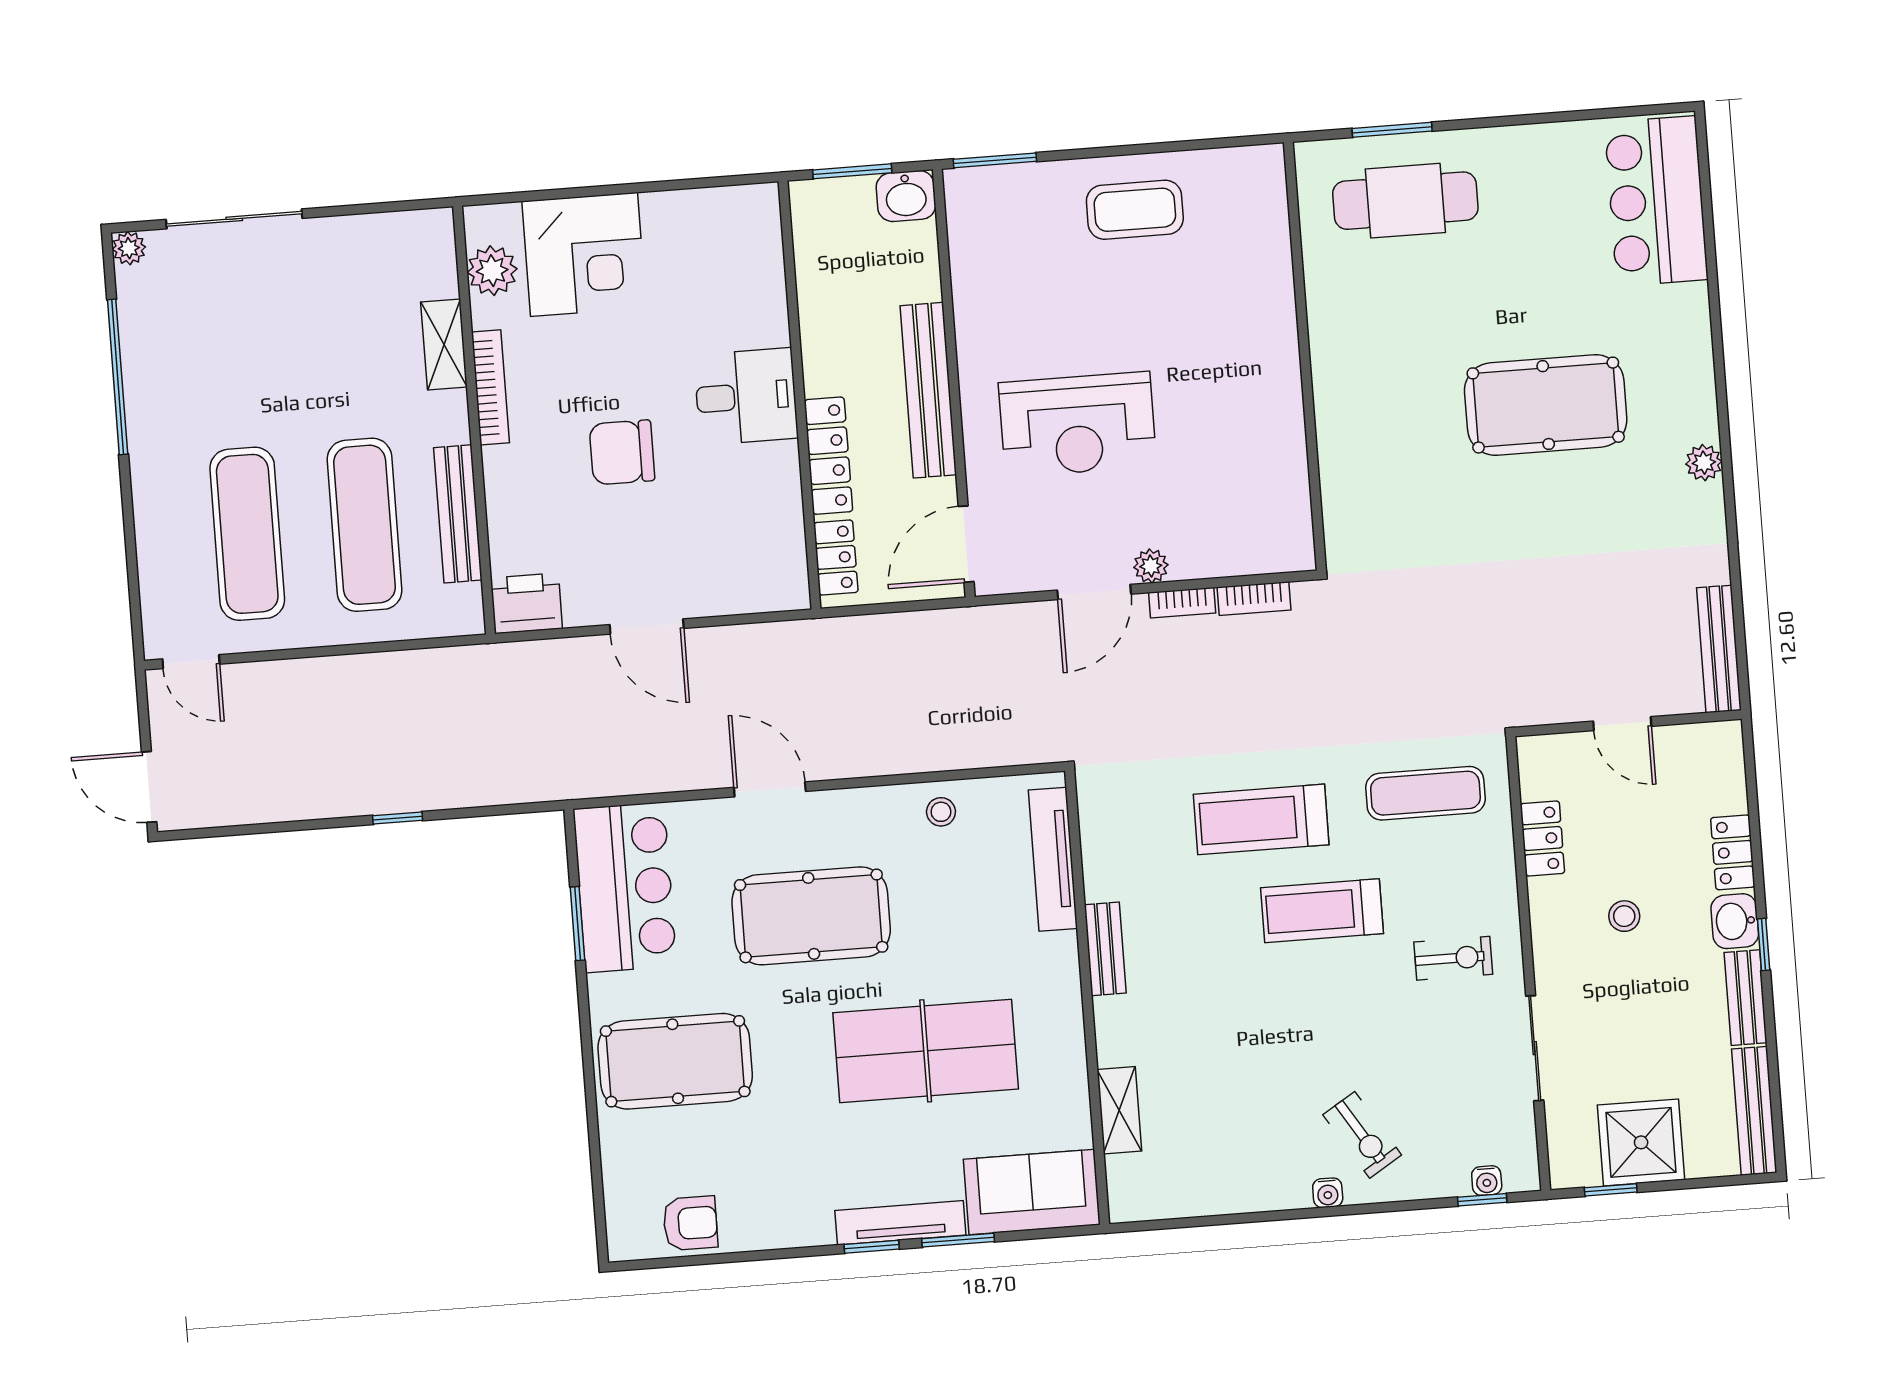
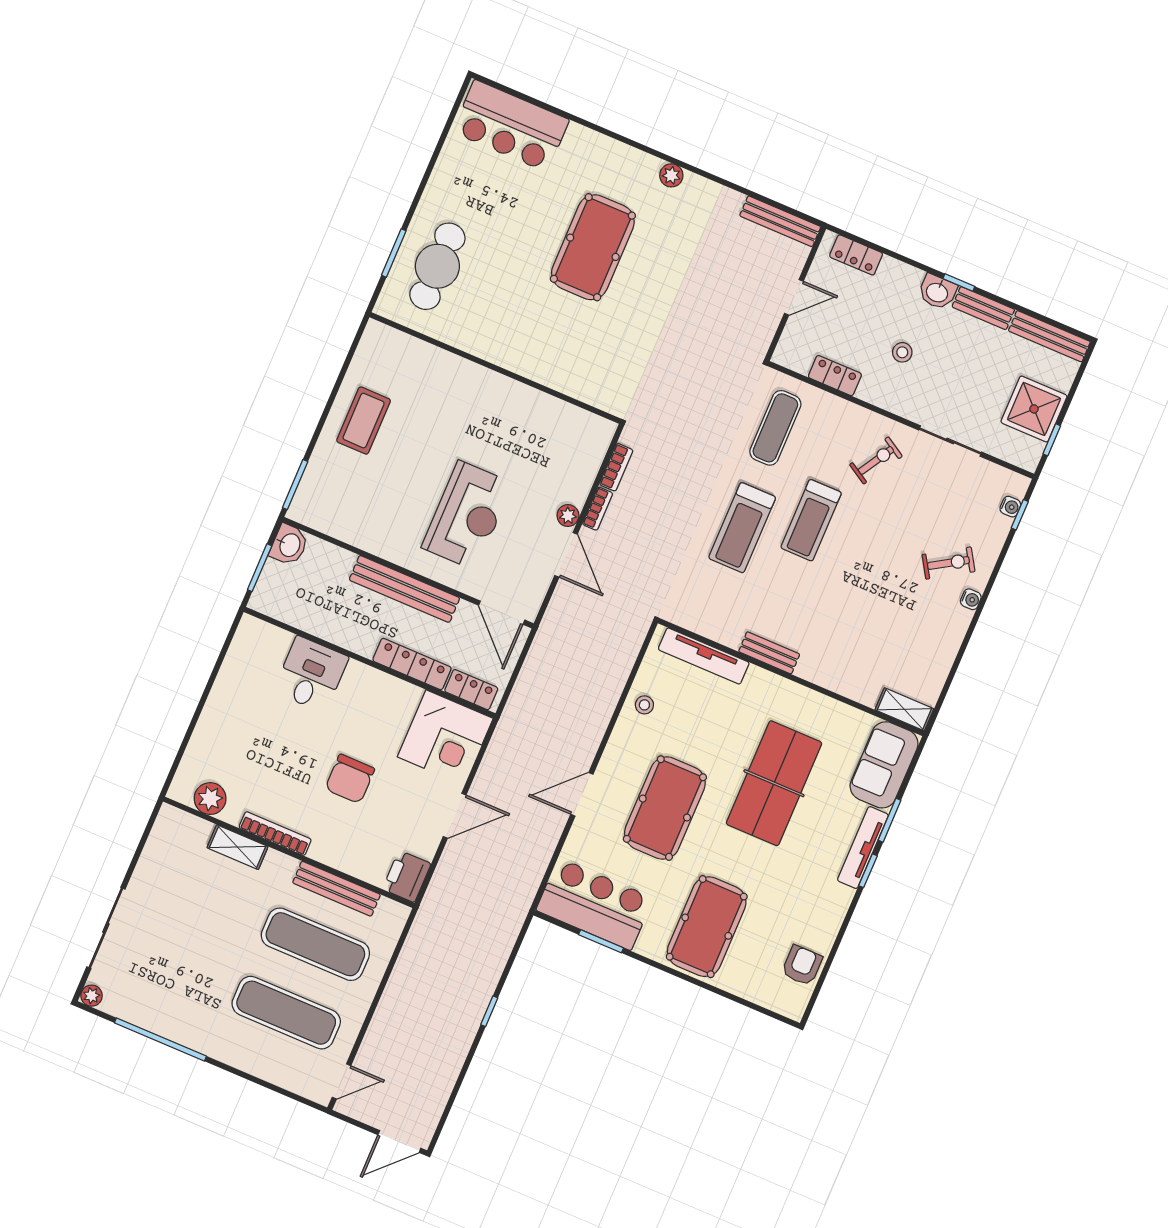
corner desk: (584, 254) -> (445, 738), moved, turned 90
desk: (746, 396) -> (311, 674), moved
locker: (1733, 852) -> (856, 255), moved
exercise bike: (1453, 958) -> (876, 460), turned 31
shelving: (1119, 1110) -> (904, 709), moved

